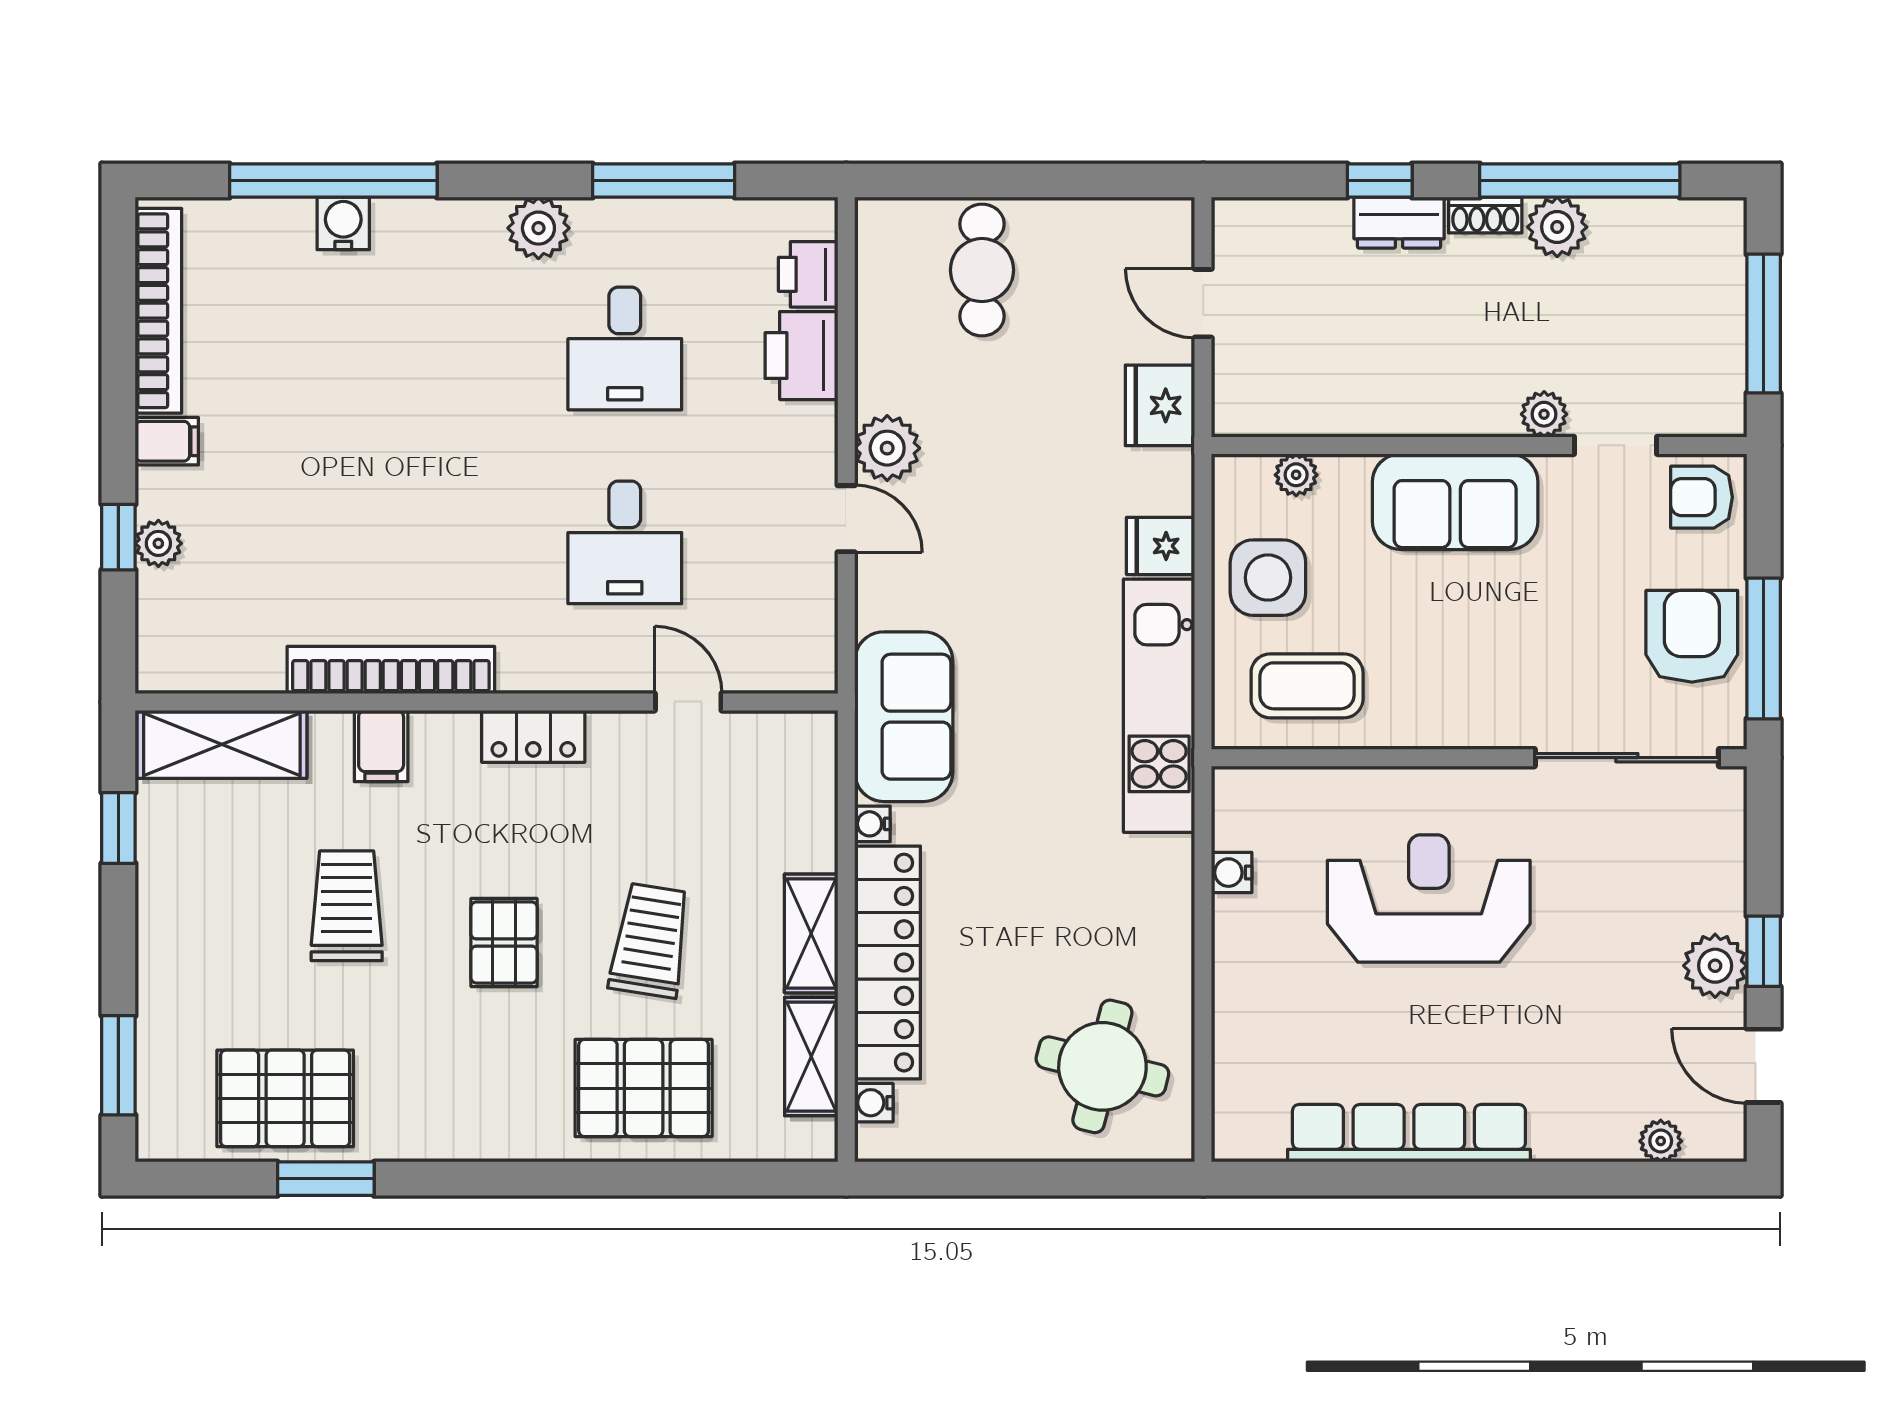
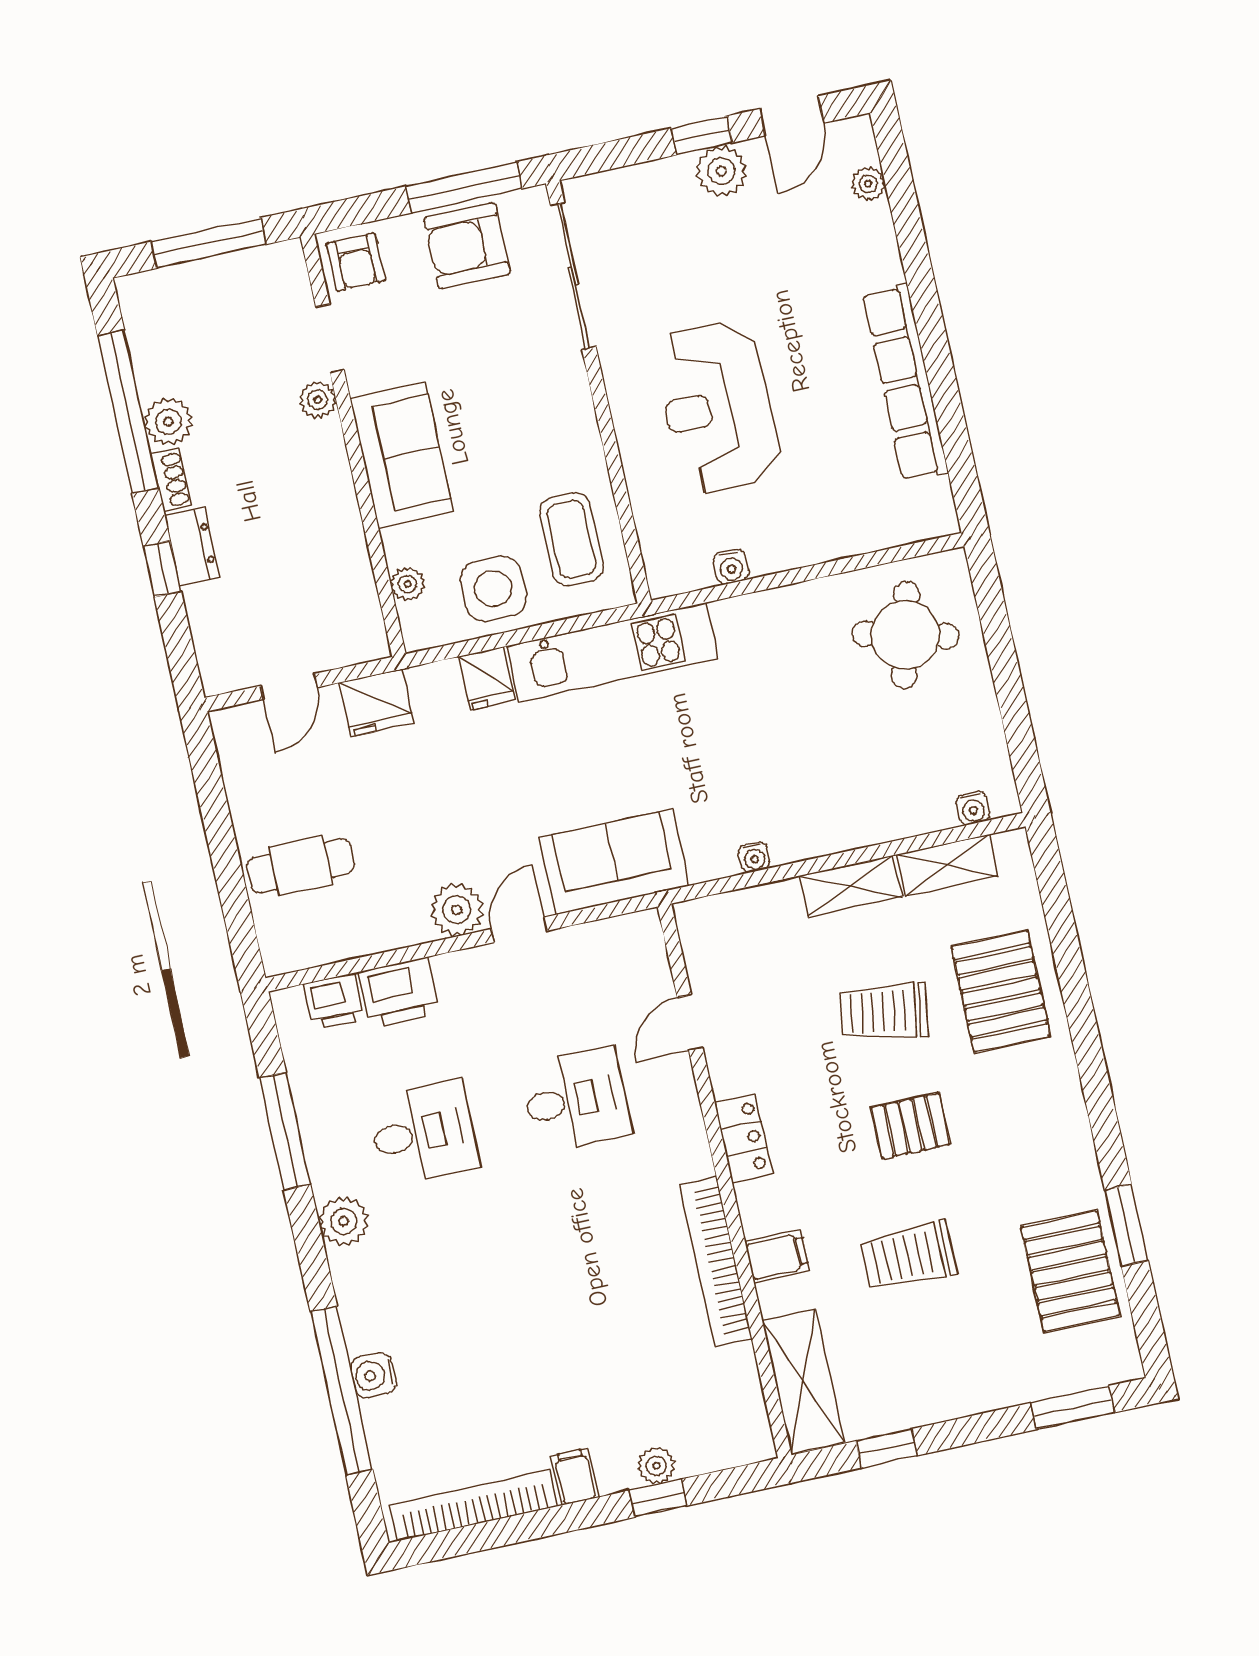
sofa: (904, 717) -> (614, 862), moved
locker: (888, 963) -> (861, 821), removed

